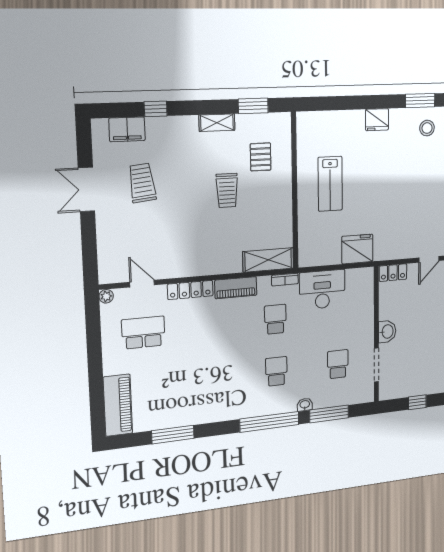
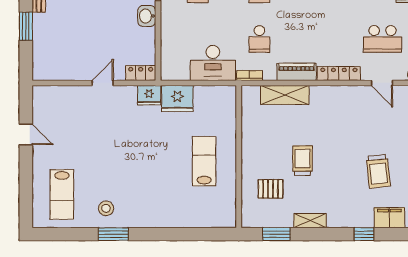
fridge: (377, 120) -> (149, 95), moved, turned 180
pallet: (261, 157) -> (271, 189), turned 90
shelving: (268, 260) -> (285, 95), moved

